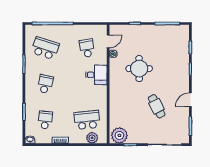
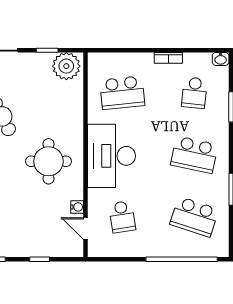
door: (108, 41) -> (86, 229), hinge flipped
round table: (139, 69) -> (48, 161), moved
desk: (96, 75) -> (112, 156), width x1.87, depth x1.30
school desk: (45, 84) -> (194, 155), width x1.85
plant: (92, 138) -> (113, 62), removed

